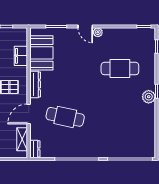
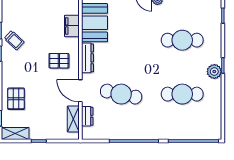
door: (29, 114) -> (80, 91), hinge flipped
cafe table: (120, 117) -> (182, 94), added
dresser: (35, 149) -> (87, 116), moved

